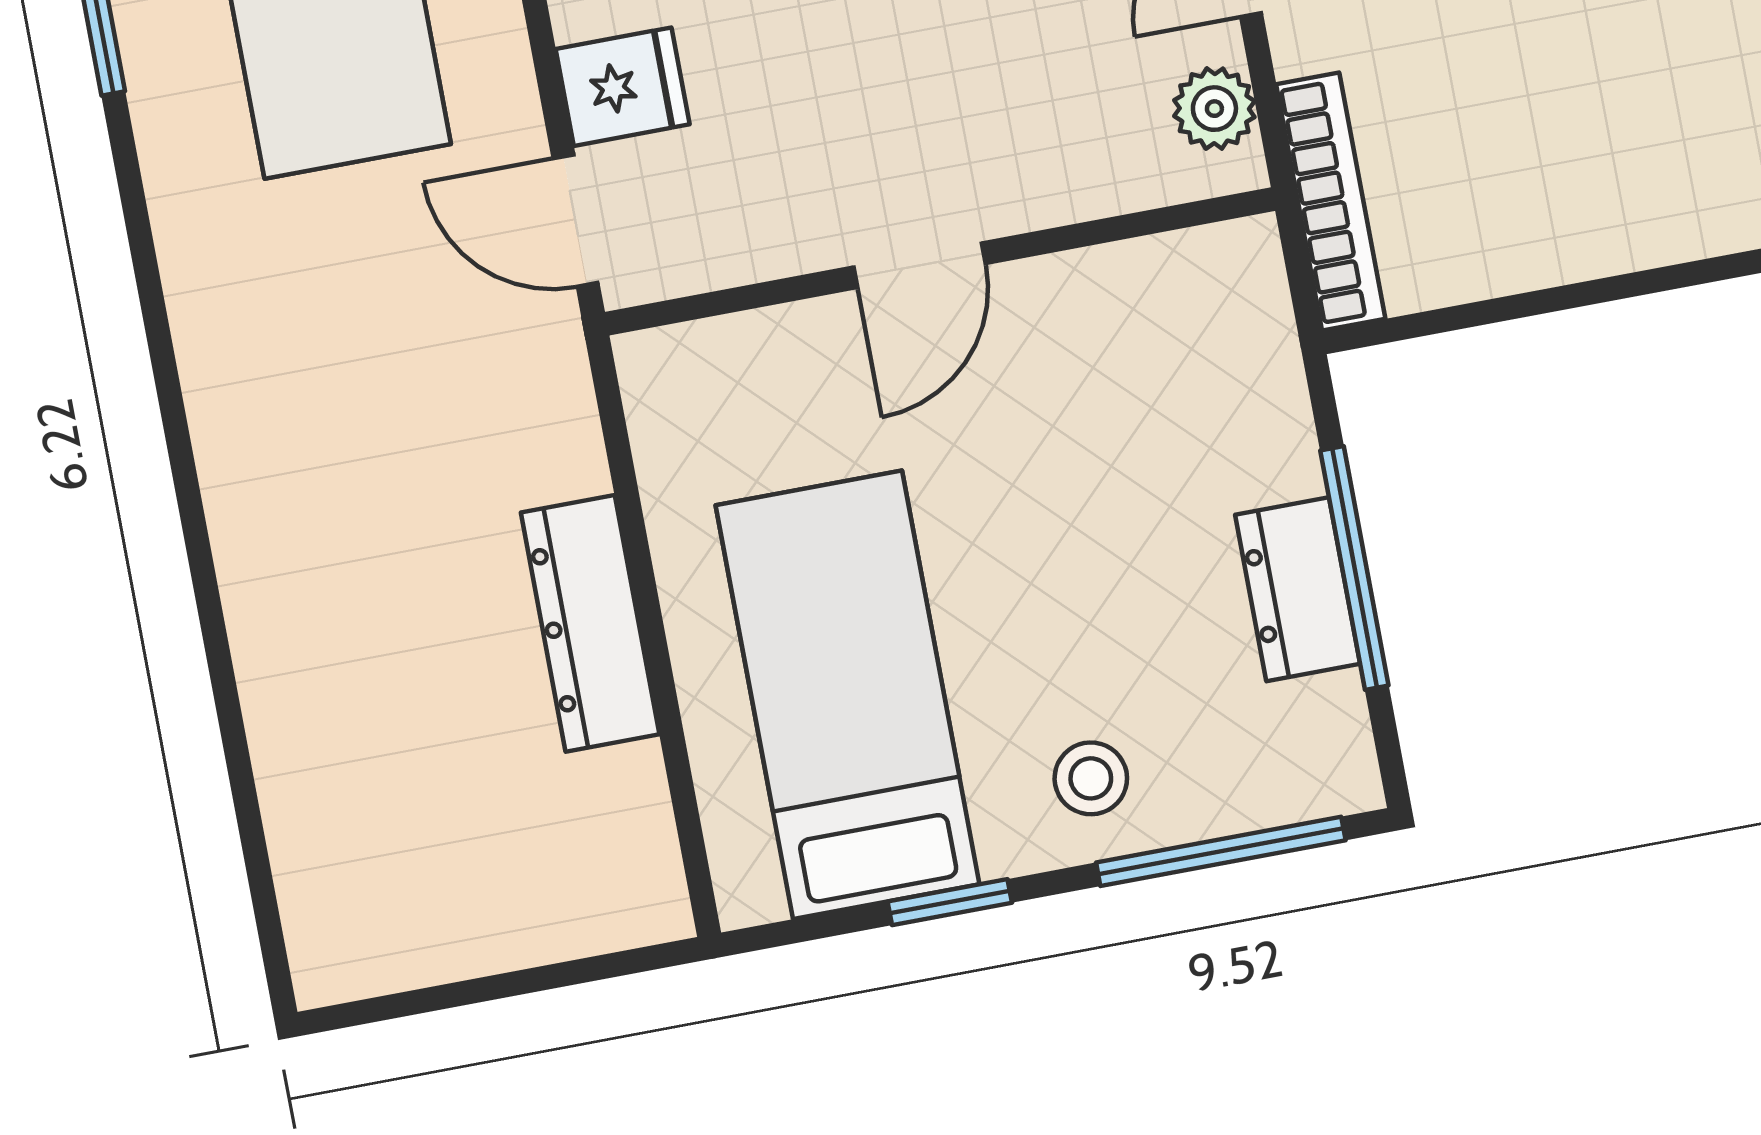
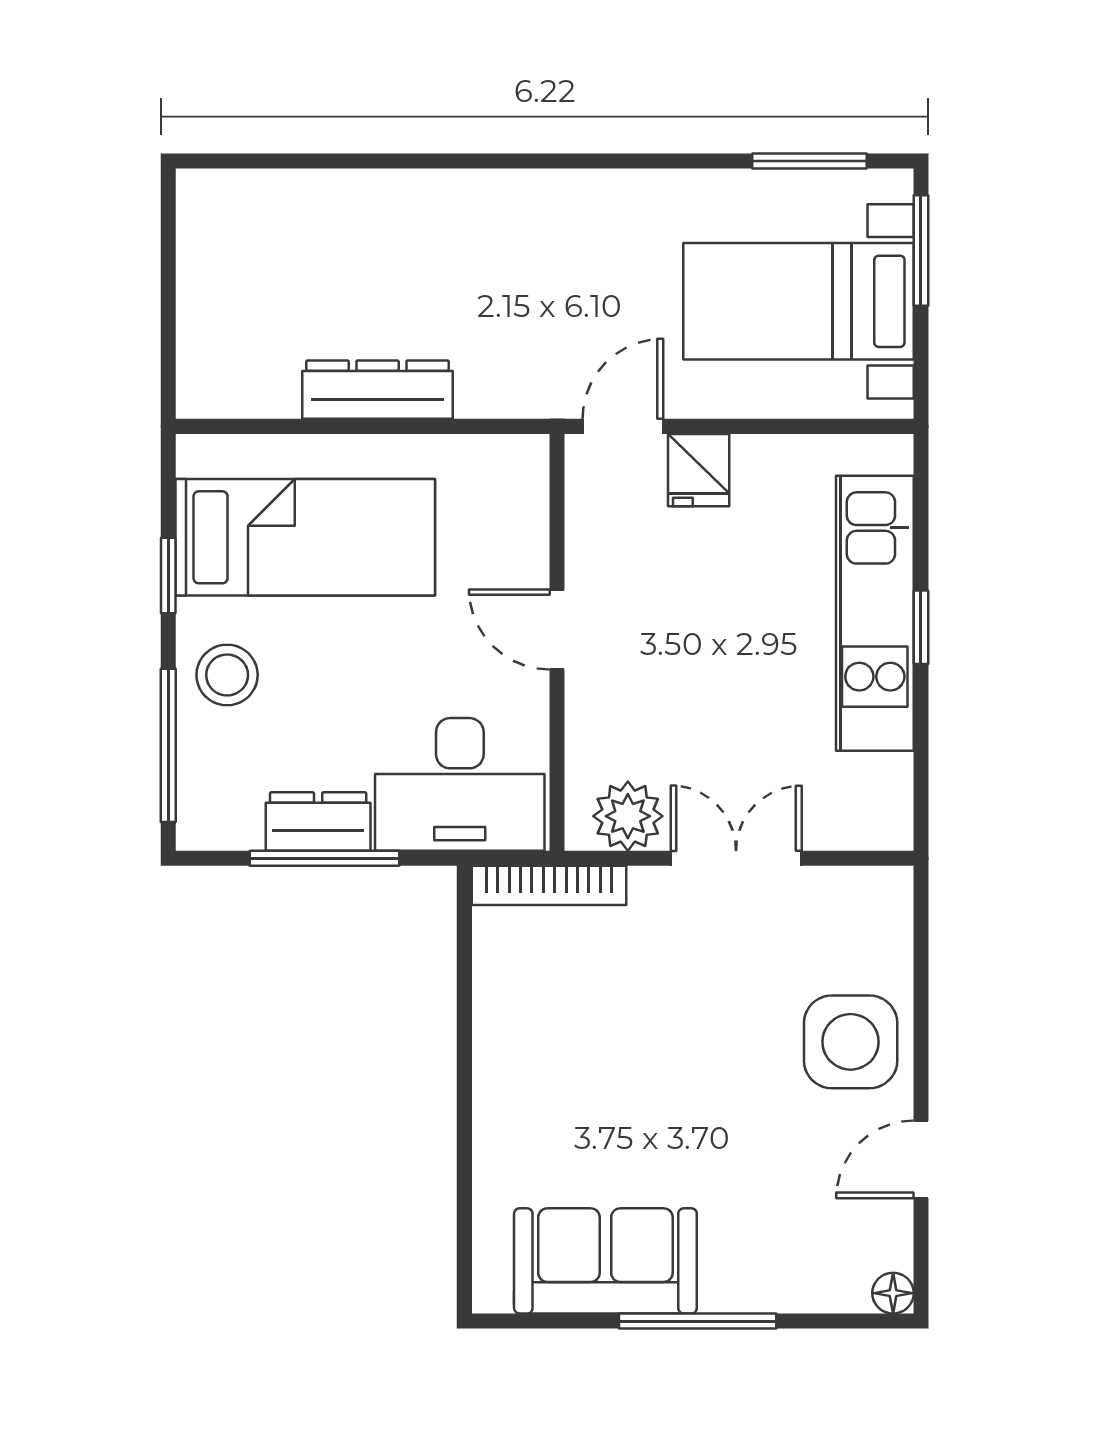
plant: (1214, 109) -> (628, 816), width x1.38, depth x1.38
desk: (1196, 374) -> (460, 784), added
stool: (1091, 778) -> (227, 675), width x1.37, depth x1.37

